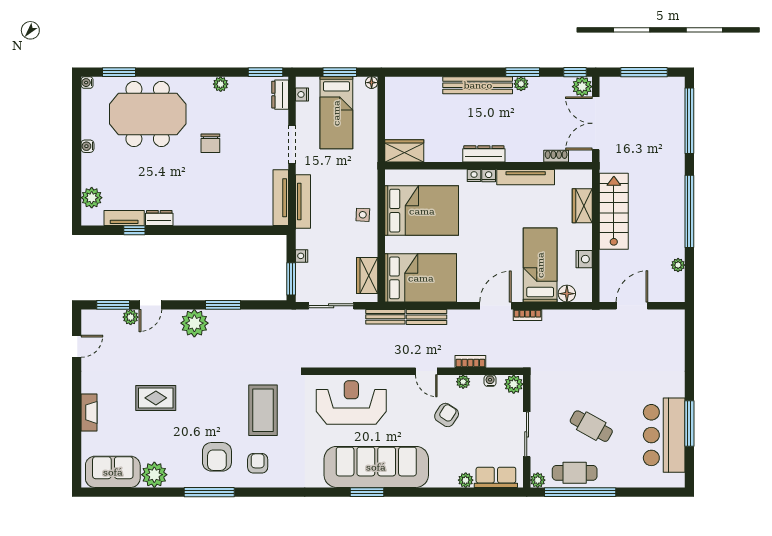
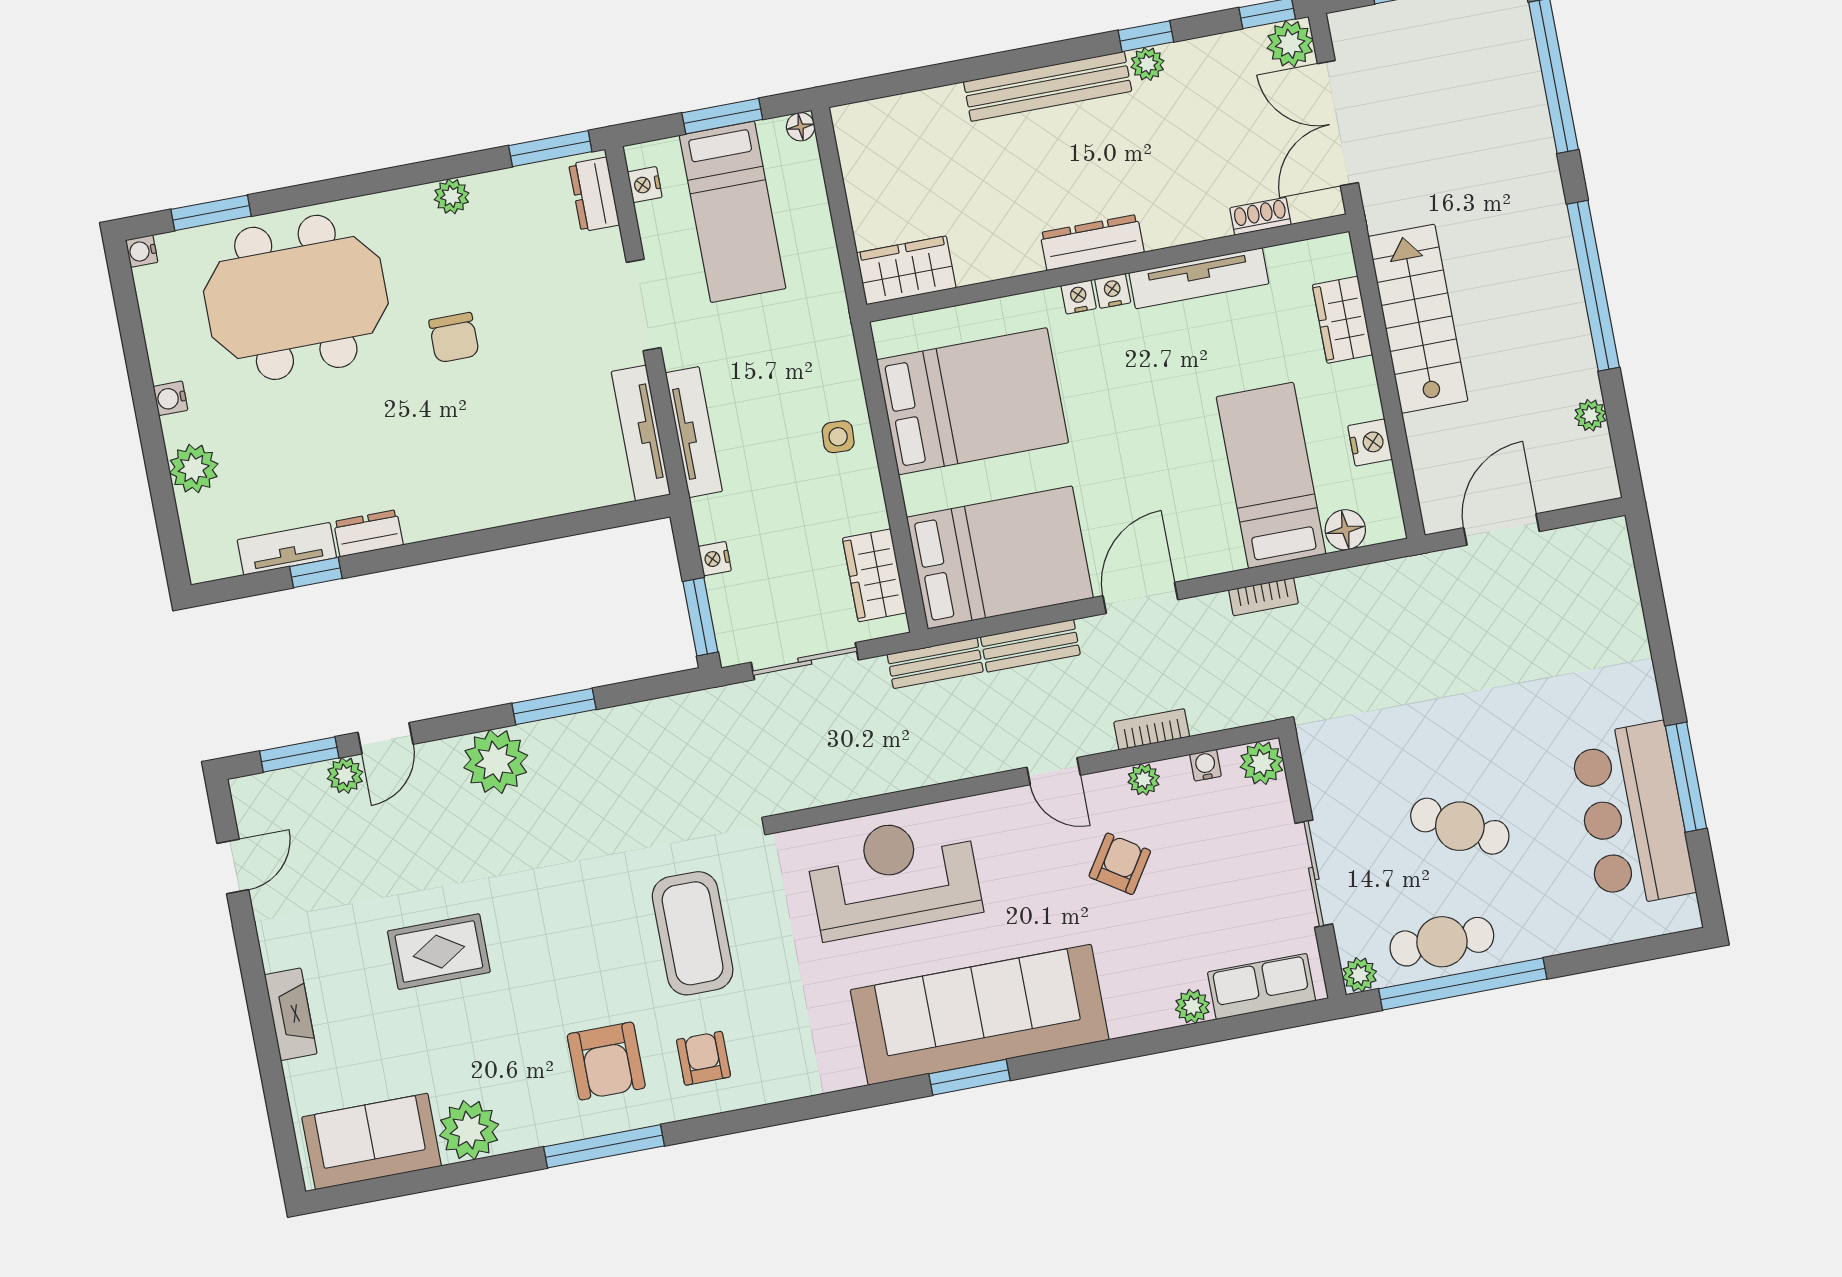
window: (523, 72) -> (1146, 36), width x0.67
plant: (92, 198) -> (194, 469), moved
door: (496, 306) -> (1140, 598), moved

